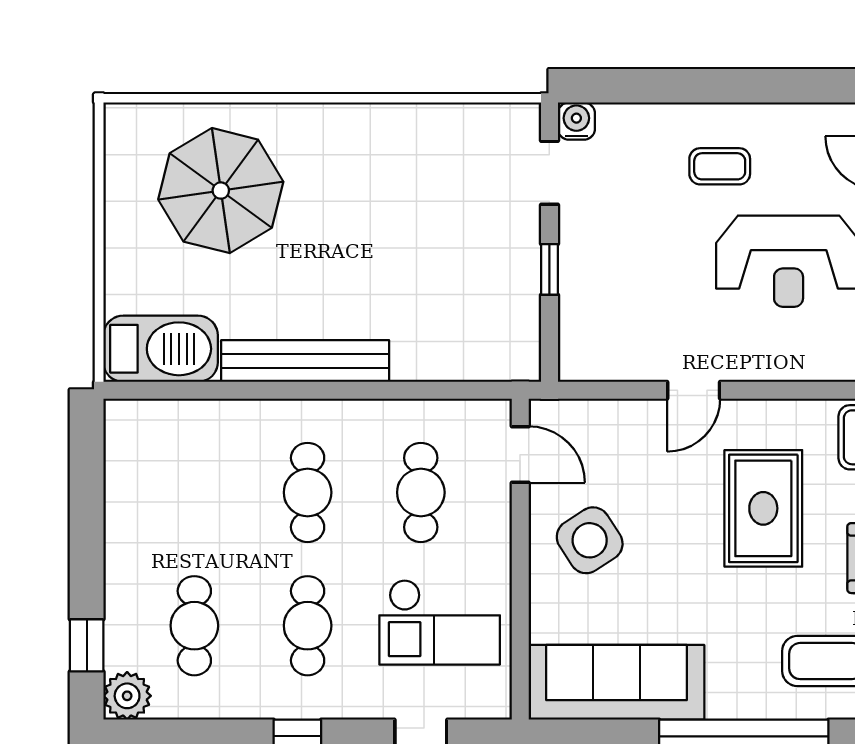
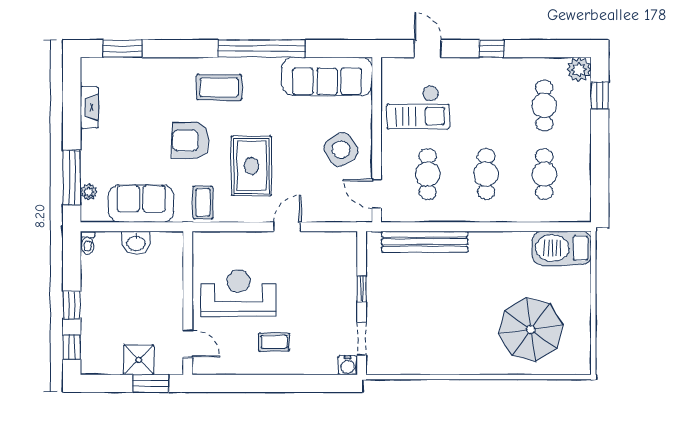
bench: (305, 361) -> (425, 242), moved
checkout: (440, 622) -> (418, 107), turned 180
cafe table: (308, 626) -> (544, 174), moved

